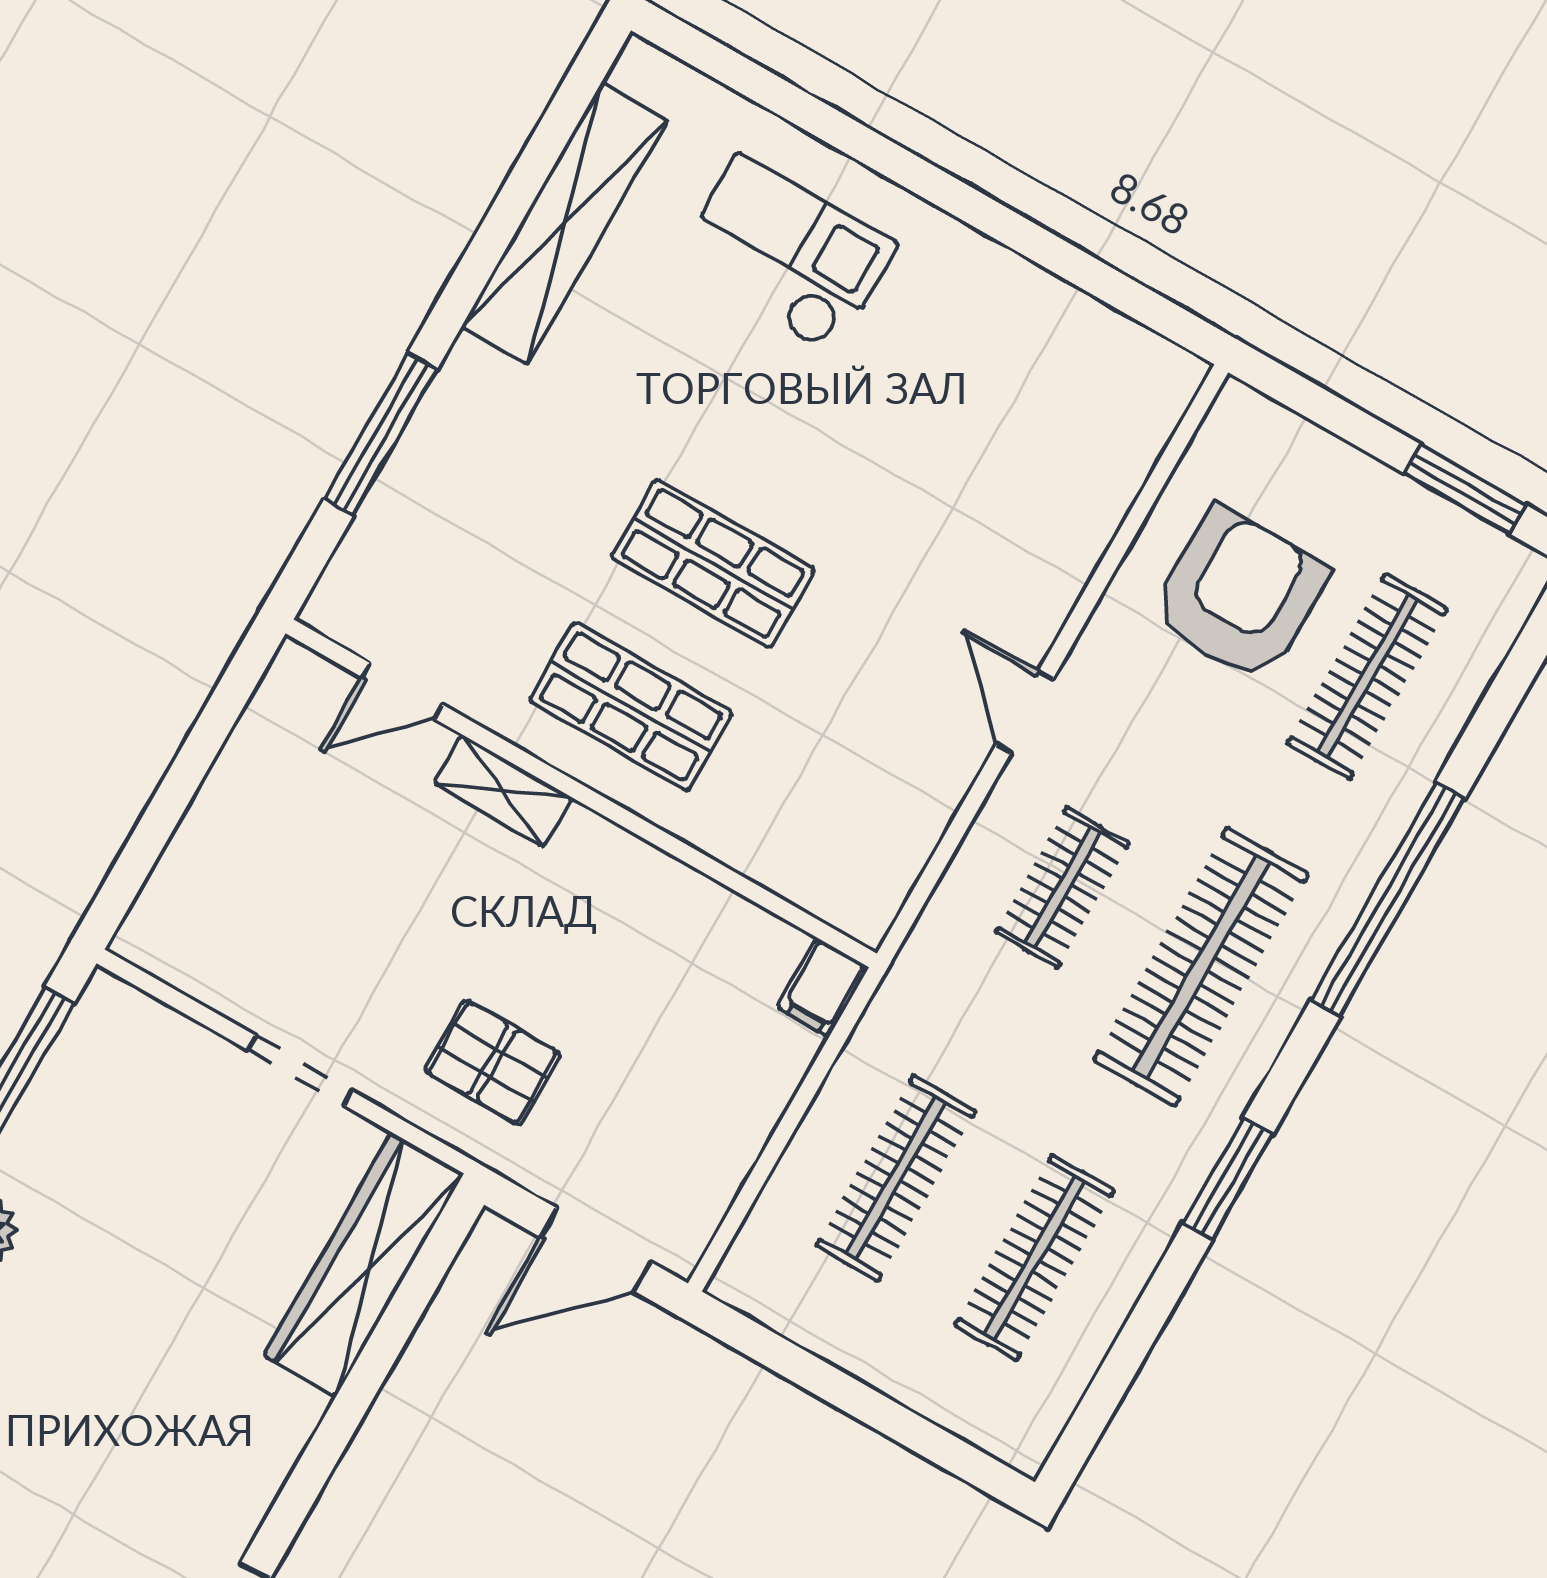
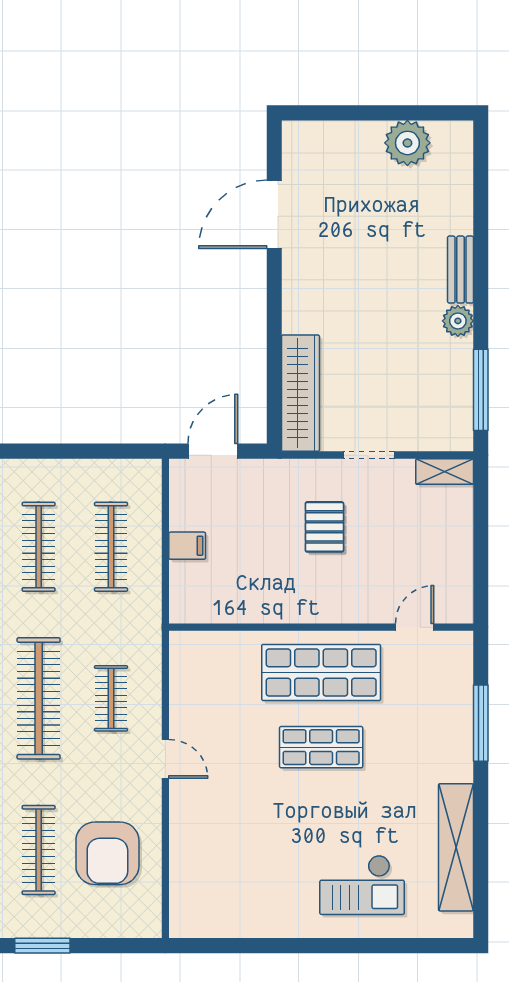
shop shelf: (631, 707) -> (321, 672), width x1.43, depth x1.36
shelving: (503, 791) -> (445, 472), moved
filing cabinet: (823, 987) -> (187, 546), moved, turned 90
pallet: (492, 1062) -> (324, 527), moved, turned 90

